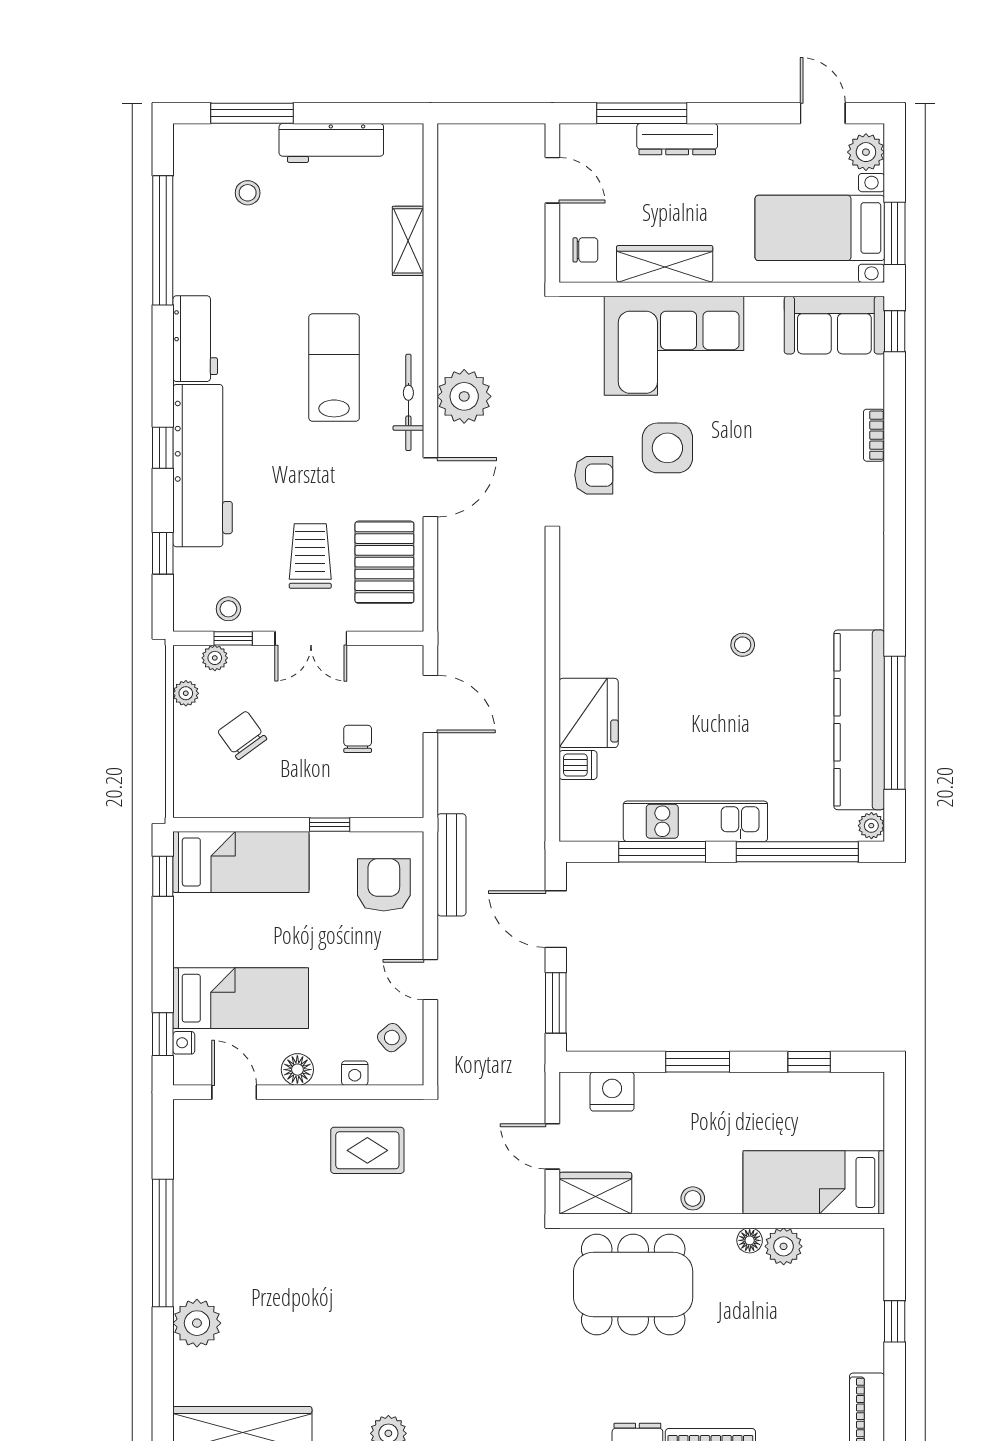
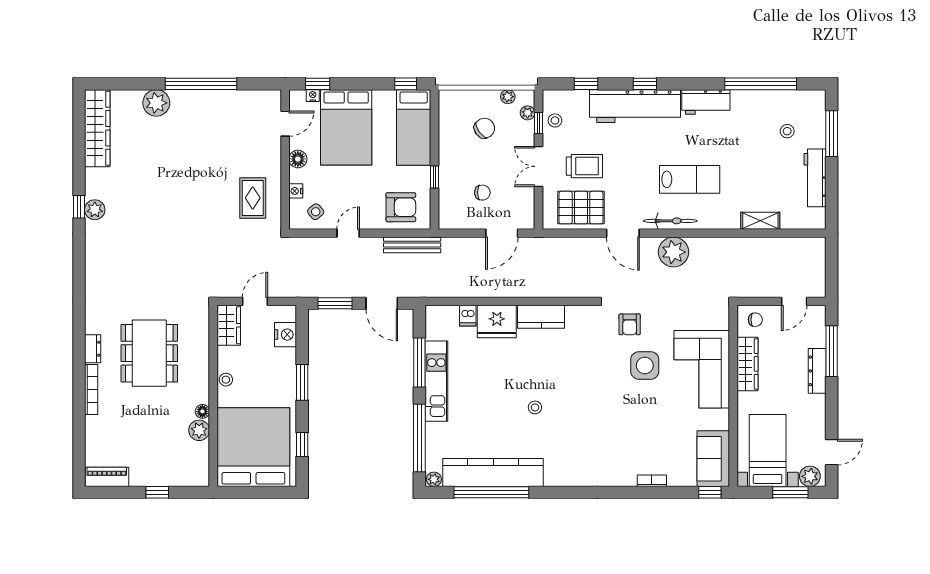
window: (895, 233) -> (790, 492), moved
chair: (585, 250) -> (755, 320), turned -90
kitchen counter: (580, 634) -> (541, 317), added
door: (556, 919) -> (382, 303), swing flipped
bed: (241, 998) -> (346, 127), width x1.50
bed: (814, 1182) -> (253, 447), width x2.04
dining table: (633, 1285) -> (149, 353), moved

